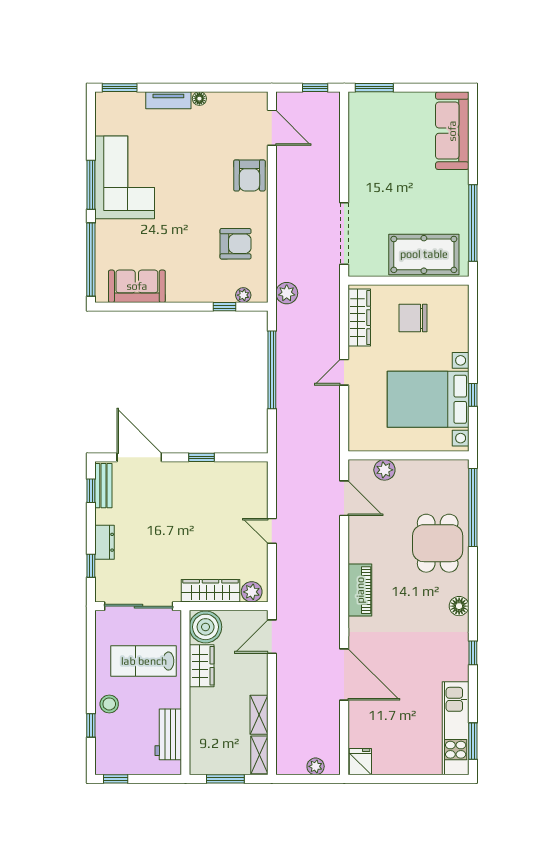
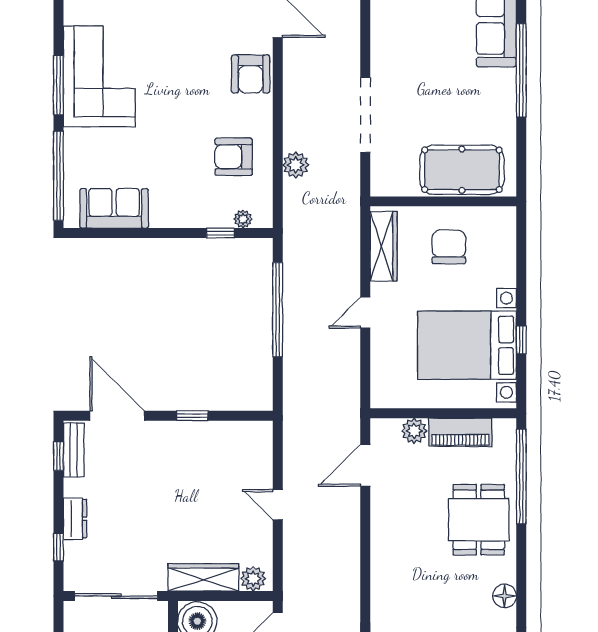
window: (473, 223) -> (521, 70), moved
doorway: (344, 233) -> (365, 115), moved
armchair: (235, 244) -> (234, 157), turned 180
plant: (287, 293) -> (296, 165), moved
chair: (413, 318) -> (449, 247), turned 90
door: (344, 498) -> (365, 465), swing flipped
piano: (360, 590) -> (460, 432), moved, turned 90

